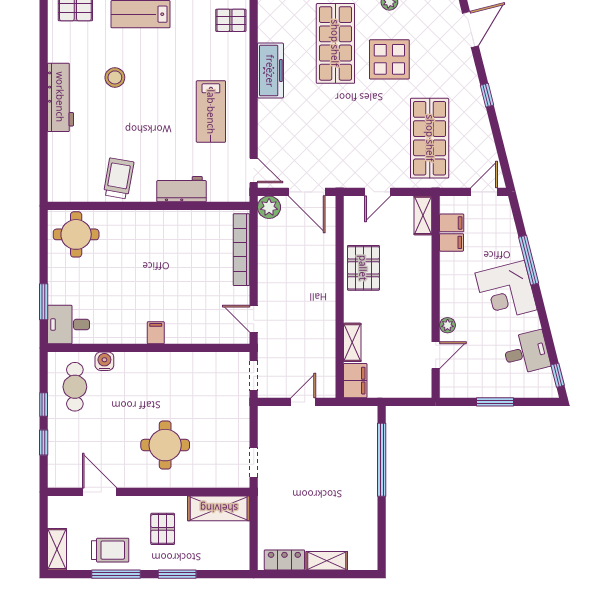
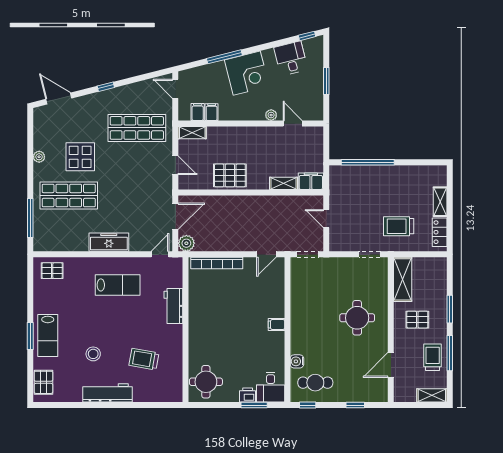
pallet: (231, 20) -> (52, 271), turned 90
freezer: (270, 71) -> (109, 242), moved
trolley: (119, 178) -> (144, 359), moved
printer: (58, 292) -> (248, 395), added
window: (44, 405) -> (308, 405), moved
trolley: (293, 503) -> (399, 226), added

